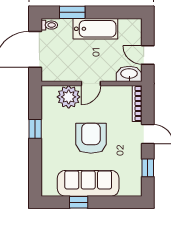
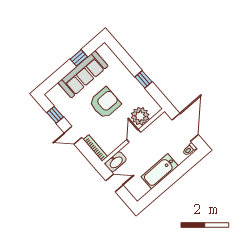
window: (72, 12) -> (182, 169), removed
armchair: (91, 138) -> (105, 103), turned -90

